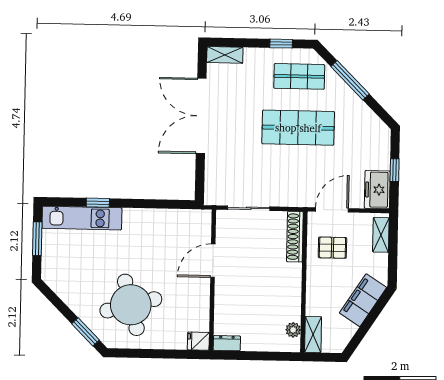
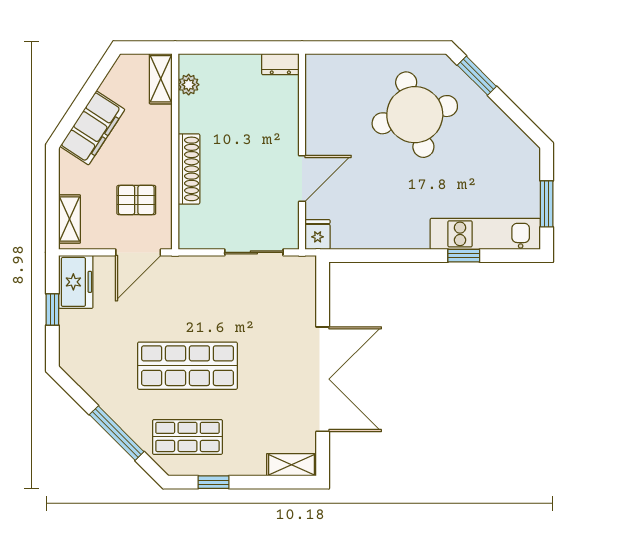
shoe rack: (295, 237) -> (189, 169), moved
fridge: (198, 341) -> (318, 234), moved, turned -90

